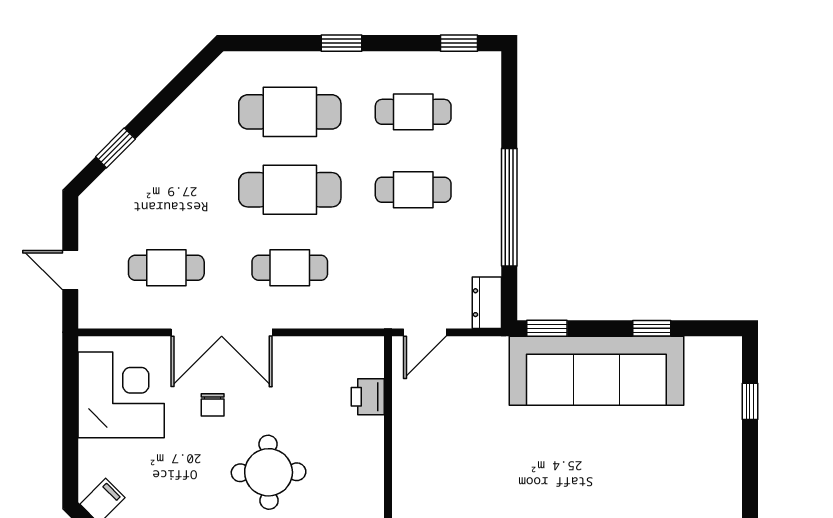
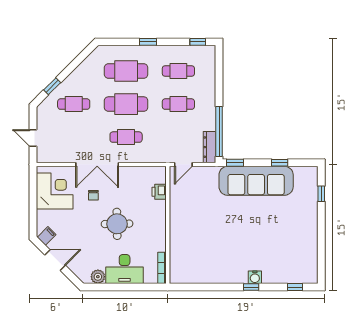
window: (509, 207) -> (219, 132), moved
cafe table: (166, 268) -> (74, 104), moved
dresser: (487, 303) -> (210, 147), width x1.44

